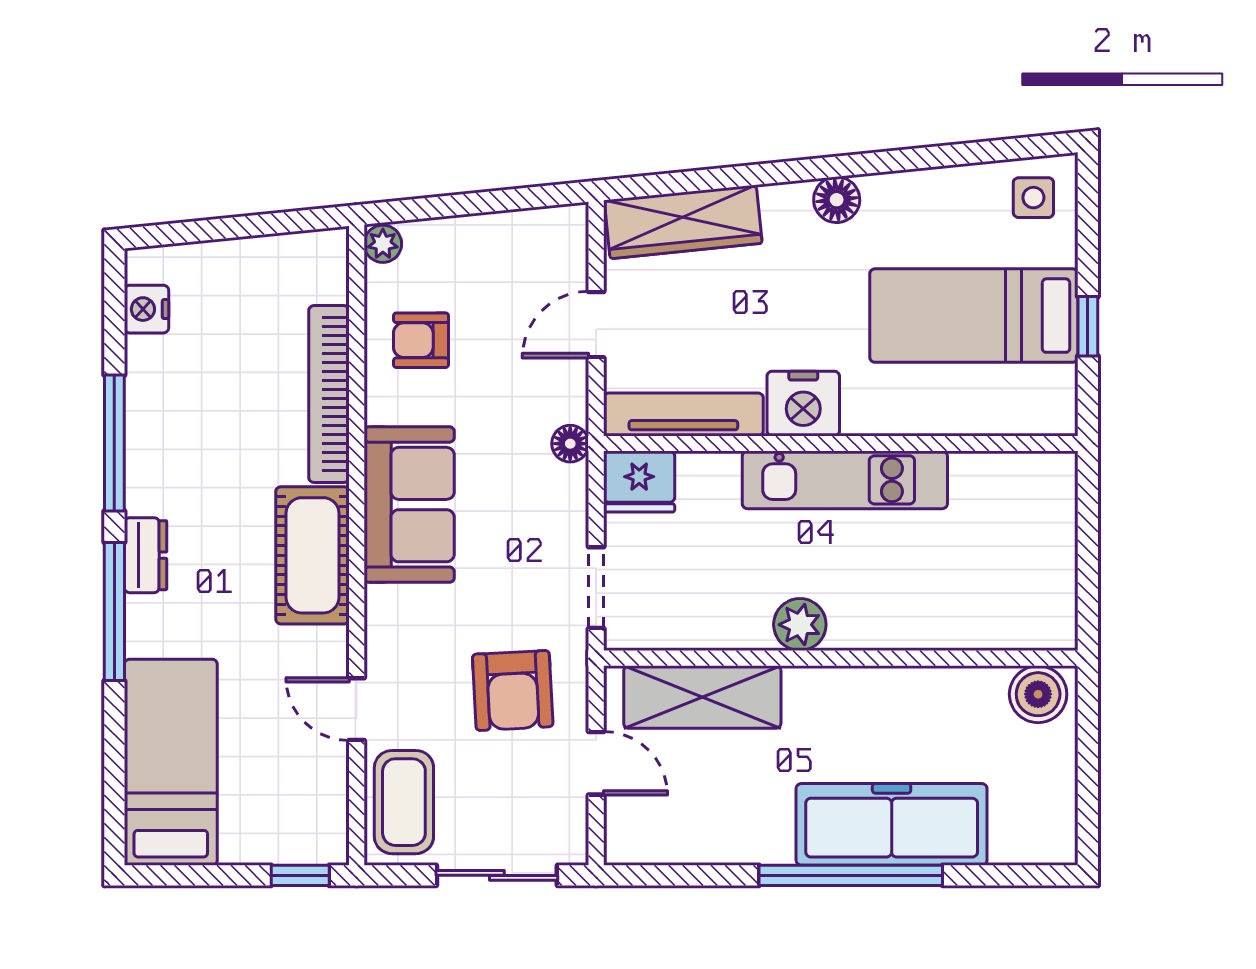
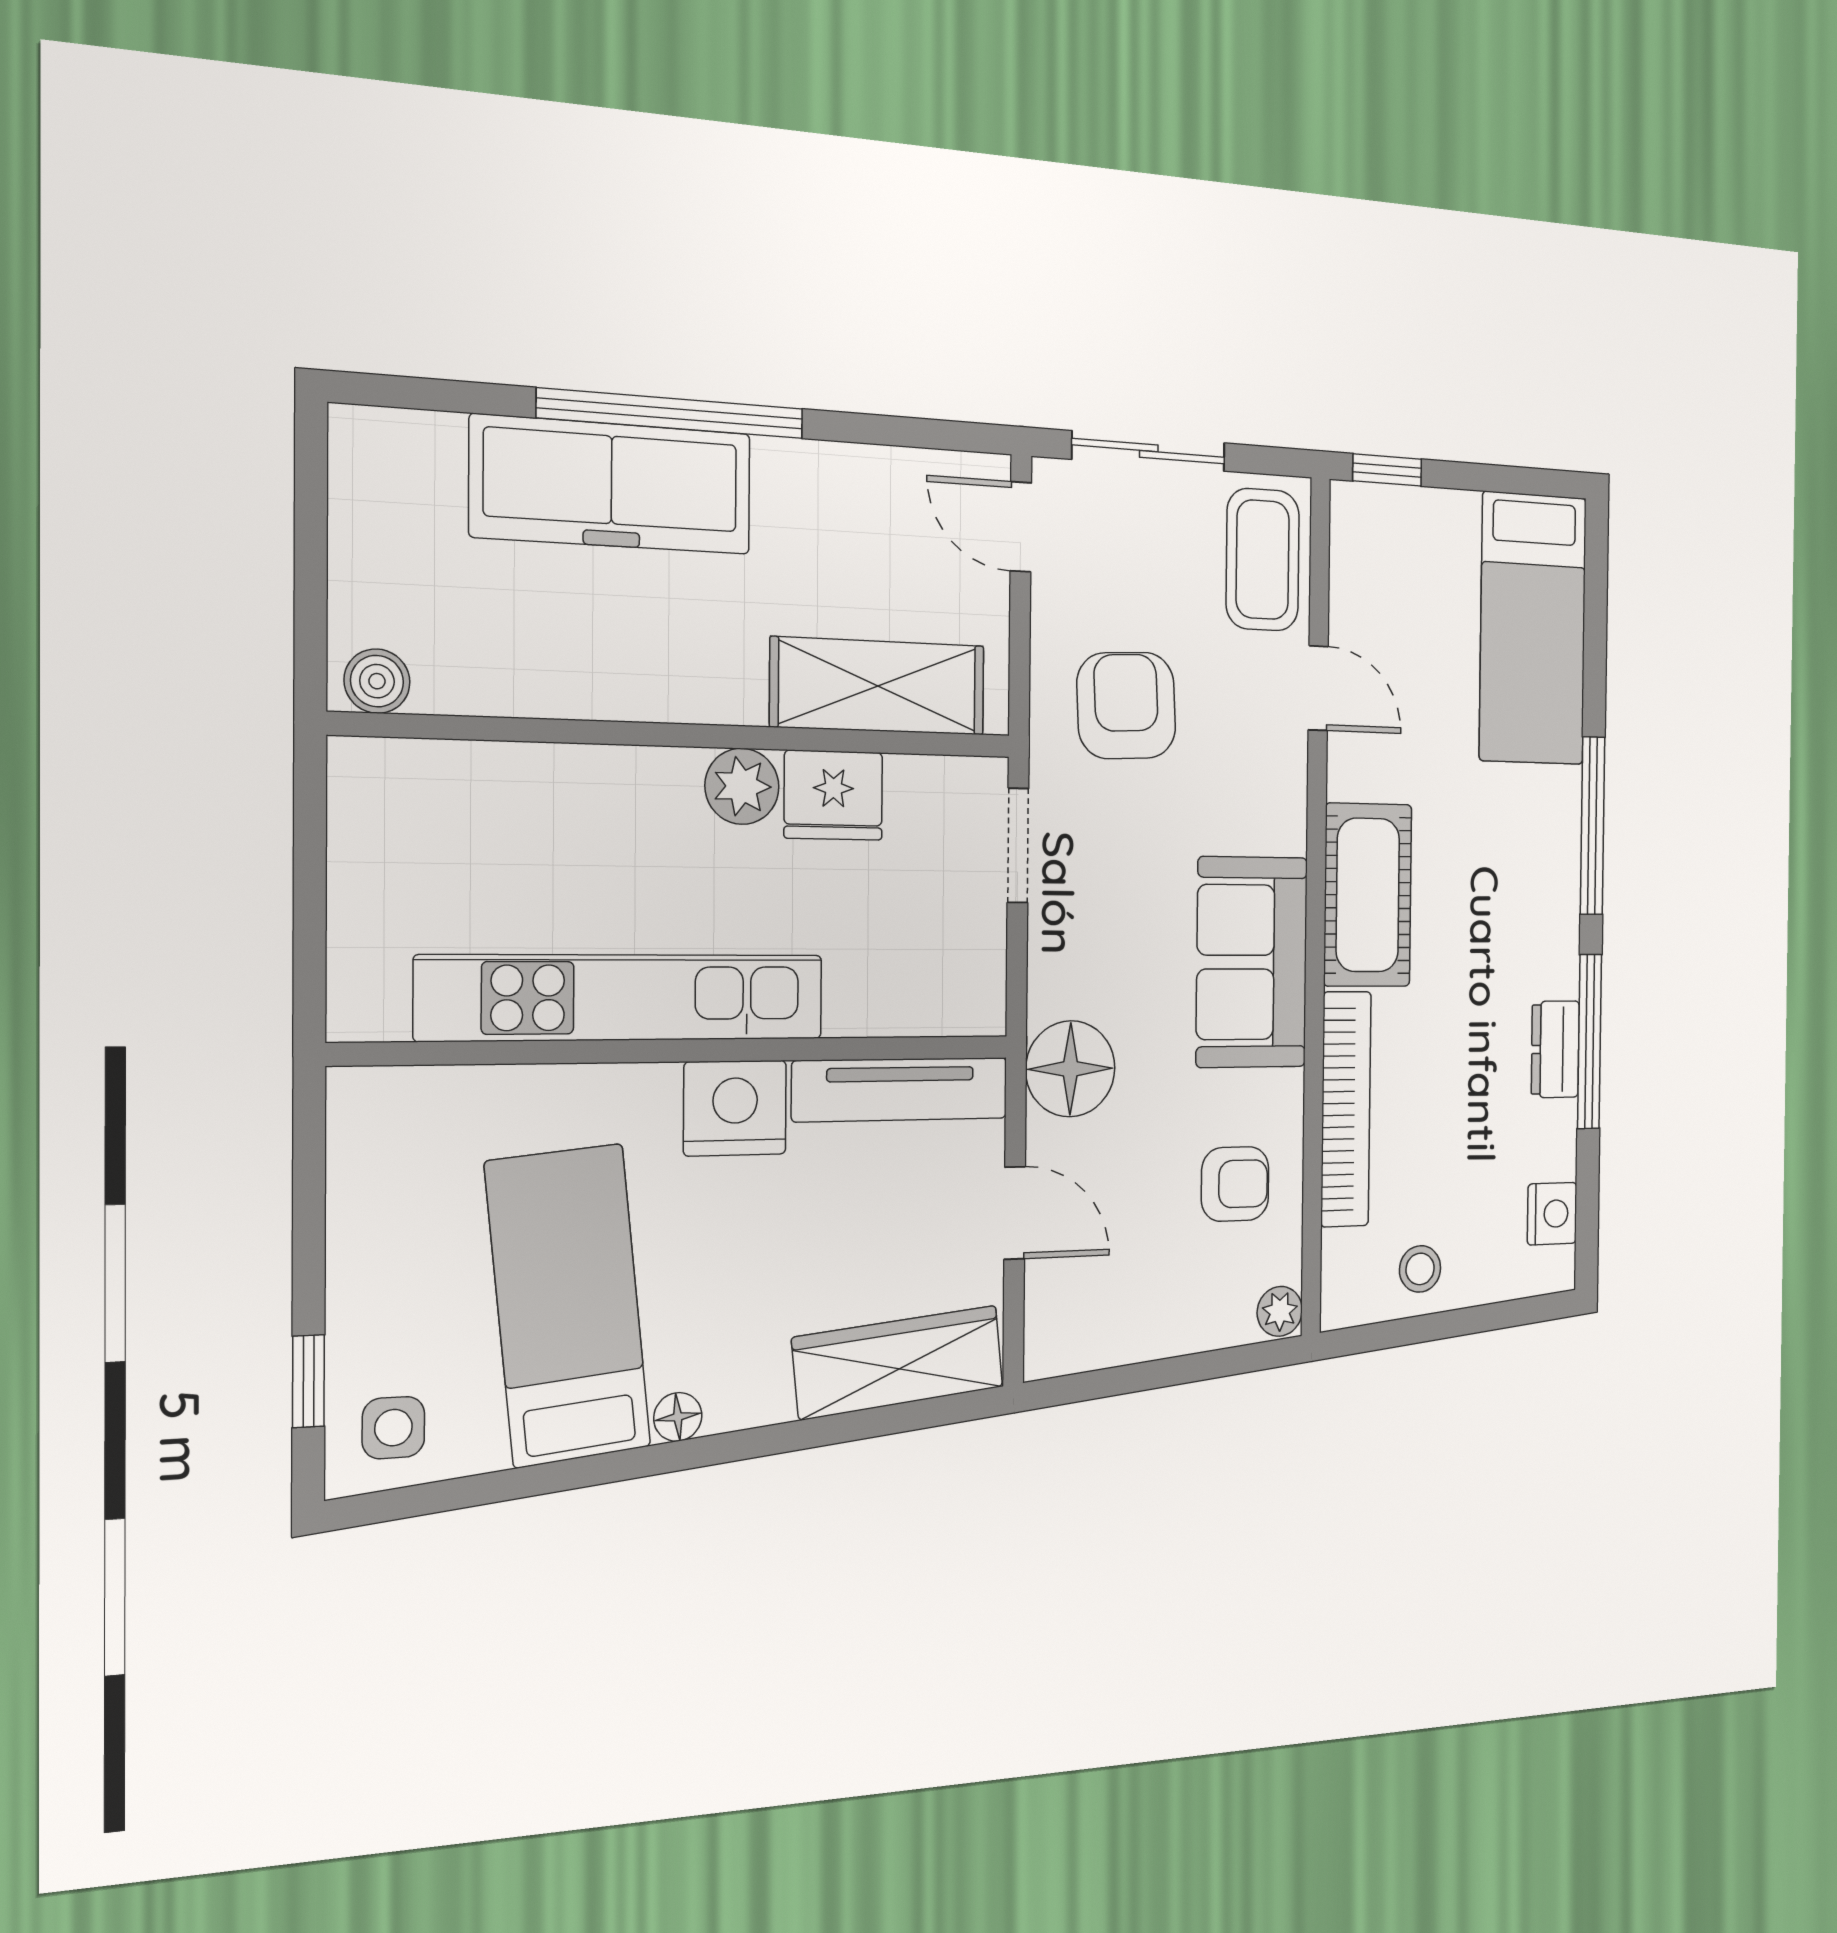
floor lamp: (837, 200) -> (678, 1417), width x0.73, depth x0.73
stool: (263, 271) -> (1420, 1269), added
bed: (974, 316) -> (568, 1305), moved, turned -96
door: (596, 325) -> (1015, 1213), hinge flipped
window: (1088, 326) -> (308, 1381), moved
floor lamp: (570, 444) -> (1070, 1069), width x1.89, depth x1.89
kitchen unit: (845, 480) -> (623, 998), width x1.36
fridge: (639, 482) -> (833, 795), moved, turned 180
dresser: (146, 555) -> (1555, 1049), moved
boiler: (1038, 694) -> (377, 681), width x0.73, depth x0.73
door: (596, 763) -> (1021, 527), moved

